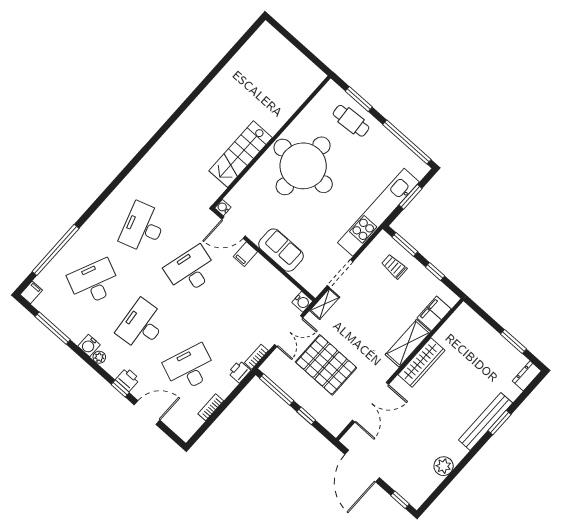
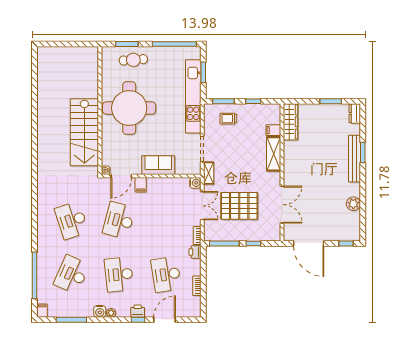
stairs: (241, 154) -> (84, 132), width x1.36, depth x1.51
filing cabinet: (434, 313) -> (273, 130), width x0.50
wardrobe: (421, 363) -> (290, 122), moved
desk: (190, 368) -> (166, 274), turned -30

